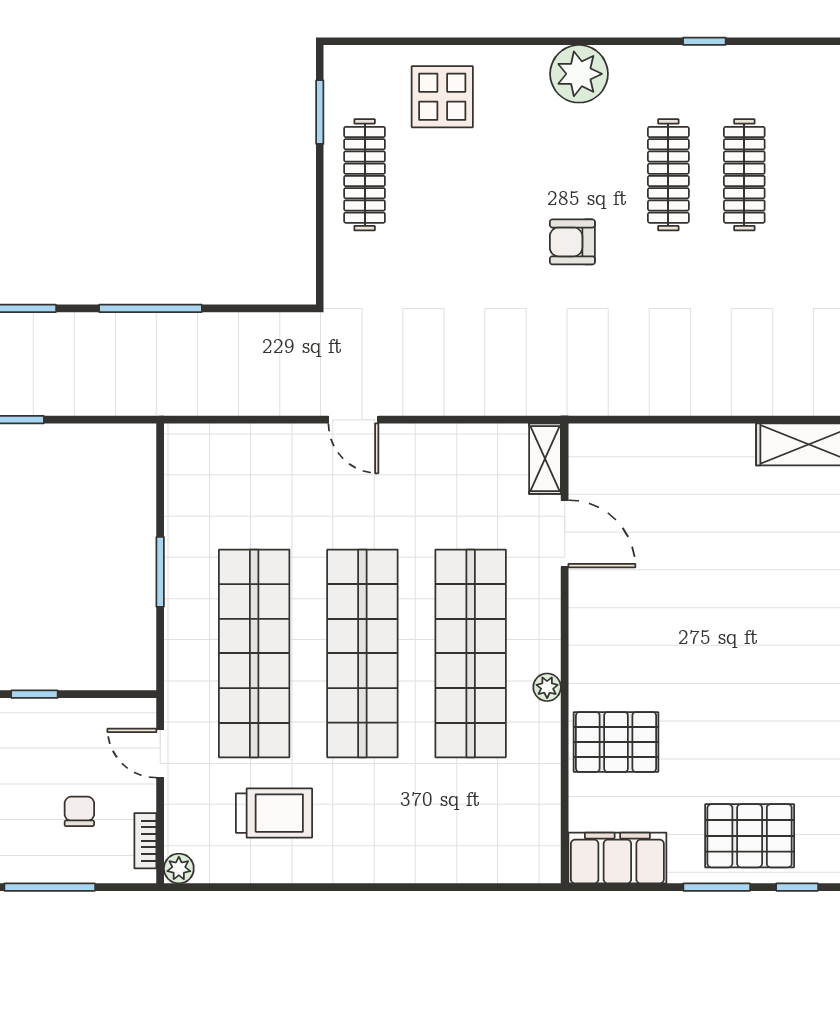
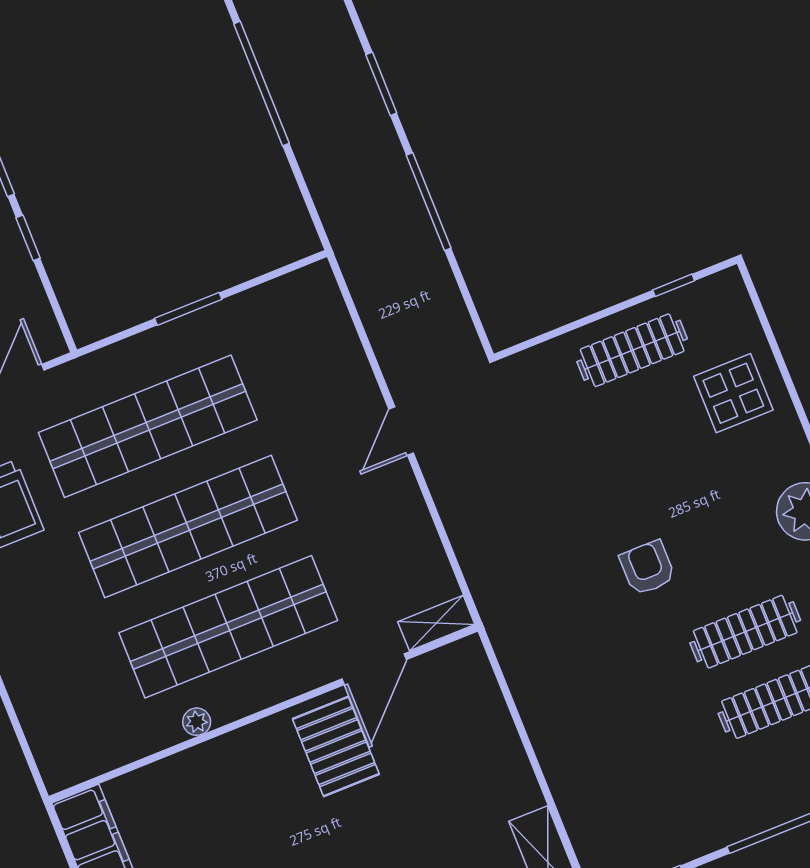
window: (320, 112) -> (674, 285), width x0.67
plant: (547, 687) -> (197, 722), moved
pallet: (616, 742) -> (336, 747), moved

